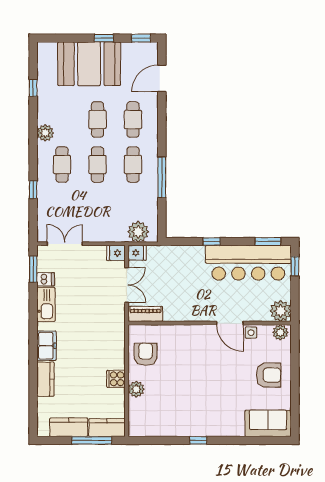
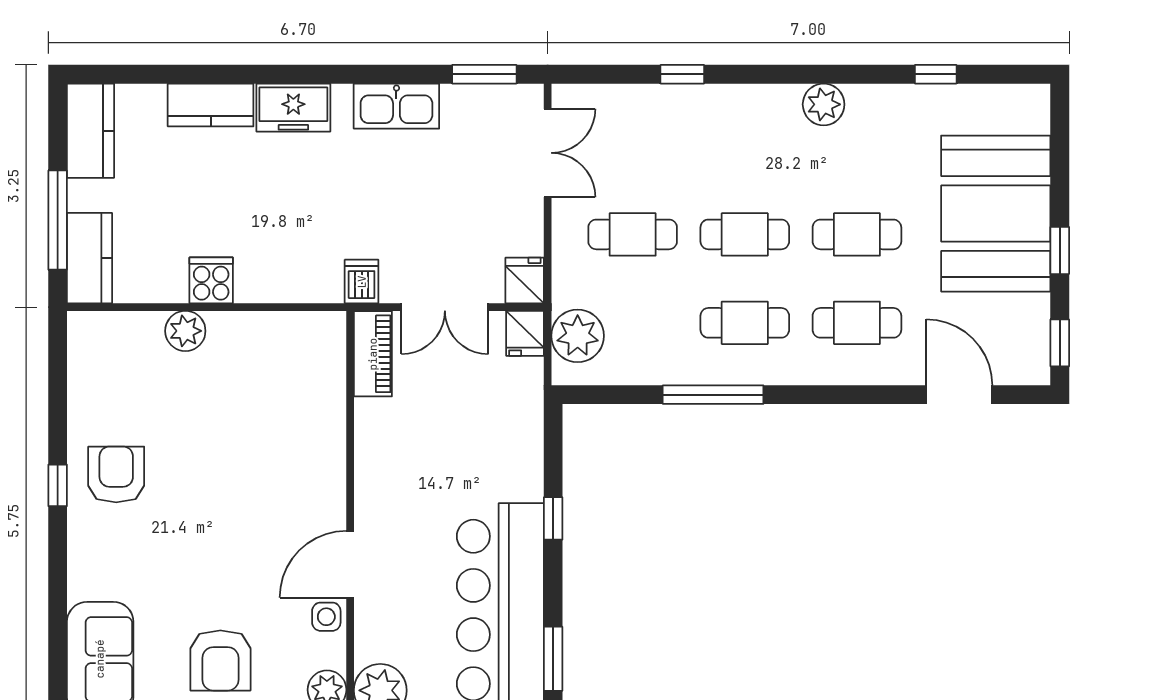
cafe table: (62, 165) -> (633, 234), moved
dishwasher: (46, 279) -> (362, 282), moved, turned 180
armchair: (146, 354) -> (116, 474), moved, turned -90
kitchen counter: (69, 427) -> (91, 131), moved

